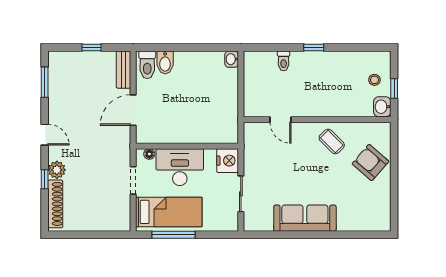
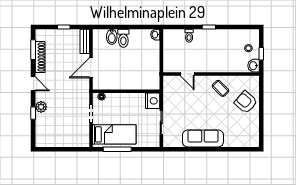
toilet: (147, 65) -> (123, 38), moved
desk: (180, 167) -> (121, 105), removed
shoe rack: (55, 204) -> (40, 57), moved

